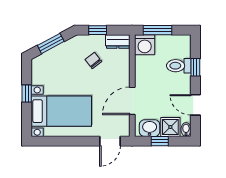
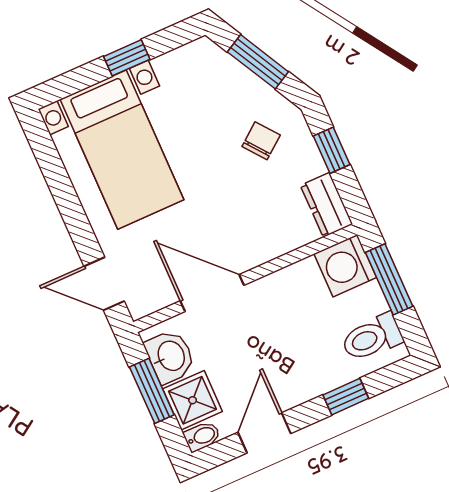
chair: (93, 60) -> (261, 141), moved
toilet: (179, 66) -> (372, 338), moved, turned -90
window: (160, 141) -> (152, 391), width x1.50

